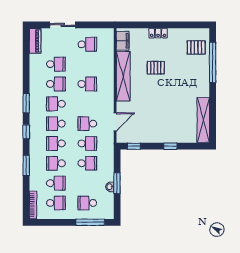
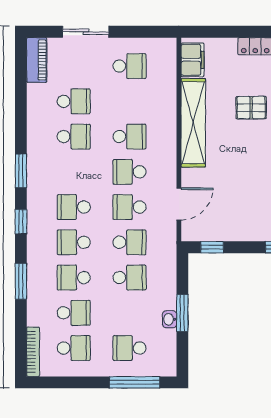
school desk: (56, 104) -> (130, 172), moved

